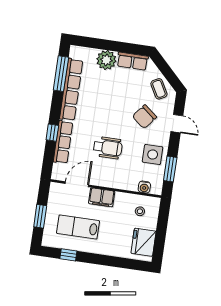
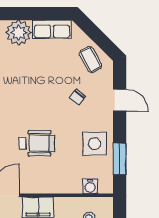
chair: (144, 117) -> (77, 97), width x0.54, depth x0.54

